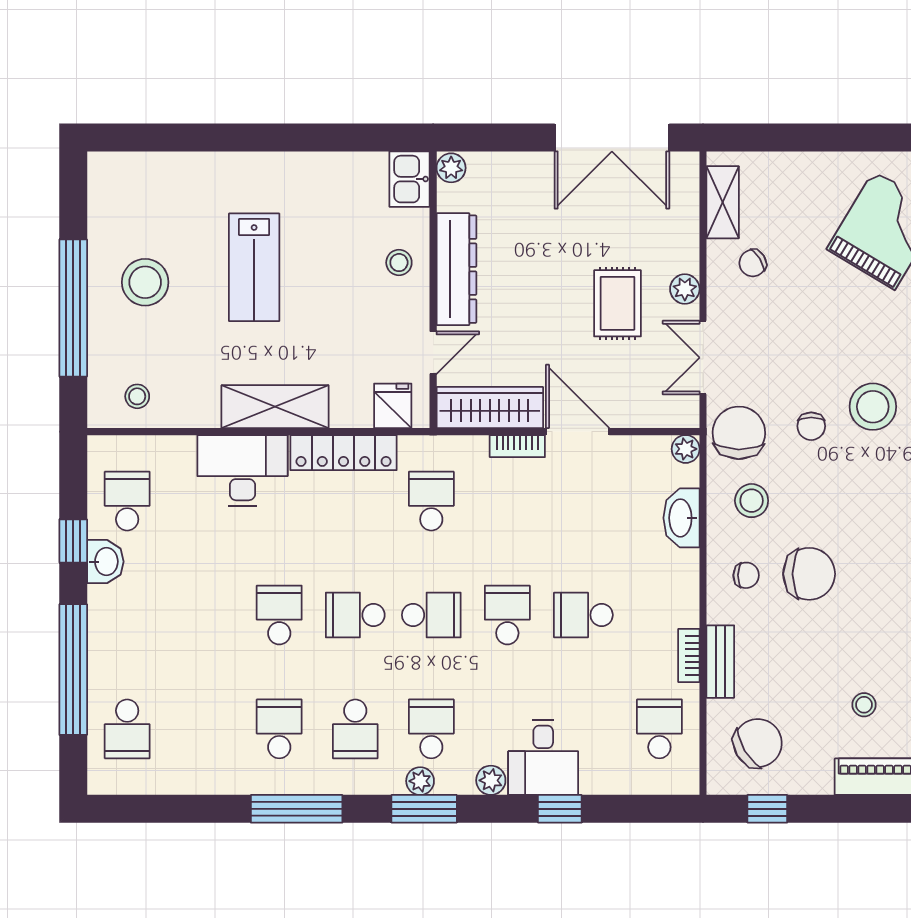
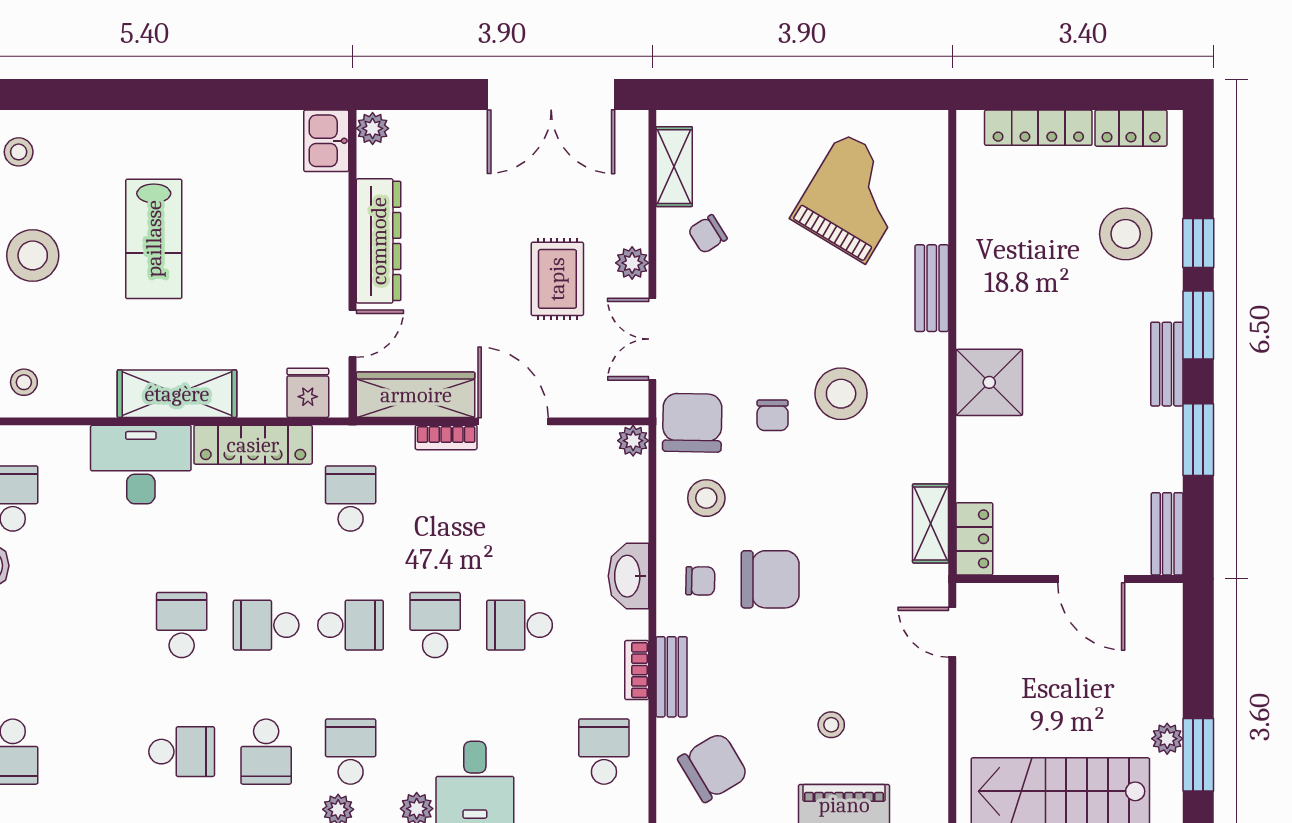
stool: (399, 263) -> (19, 152), moved
washbasin: (681, 518) -> (628, 576), moved
school desk: (279, 729) -> (182, 752), turned 90

